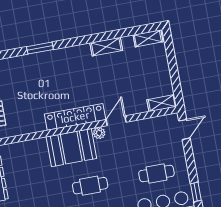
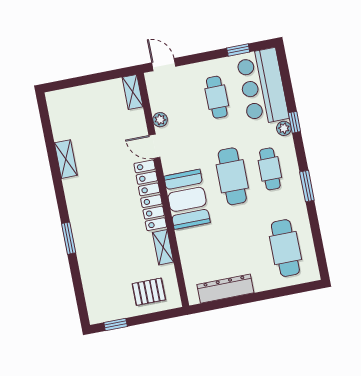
shelving: (148, 38) -> (163, 247), moved
plant: (99, 133) -> (160, 120), moved
cafe table: (90, 186) -> (232, 176), width x1.37, depth x1.35

